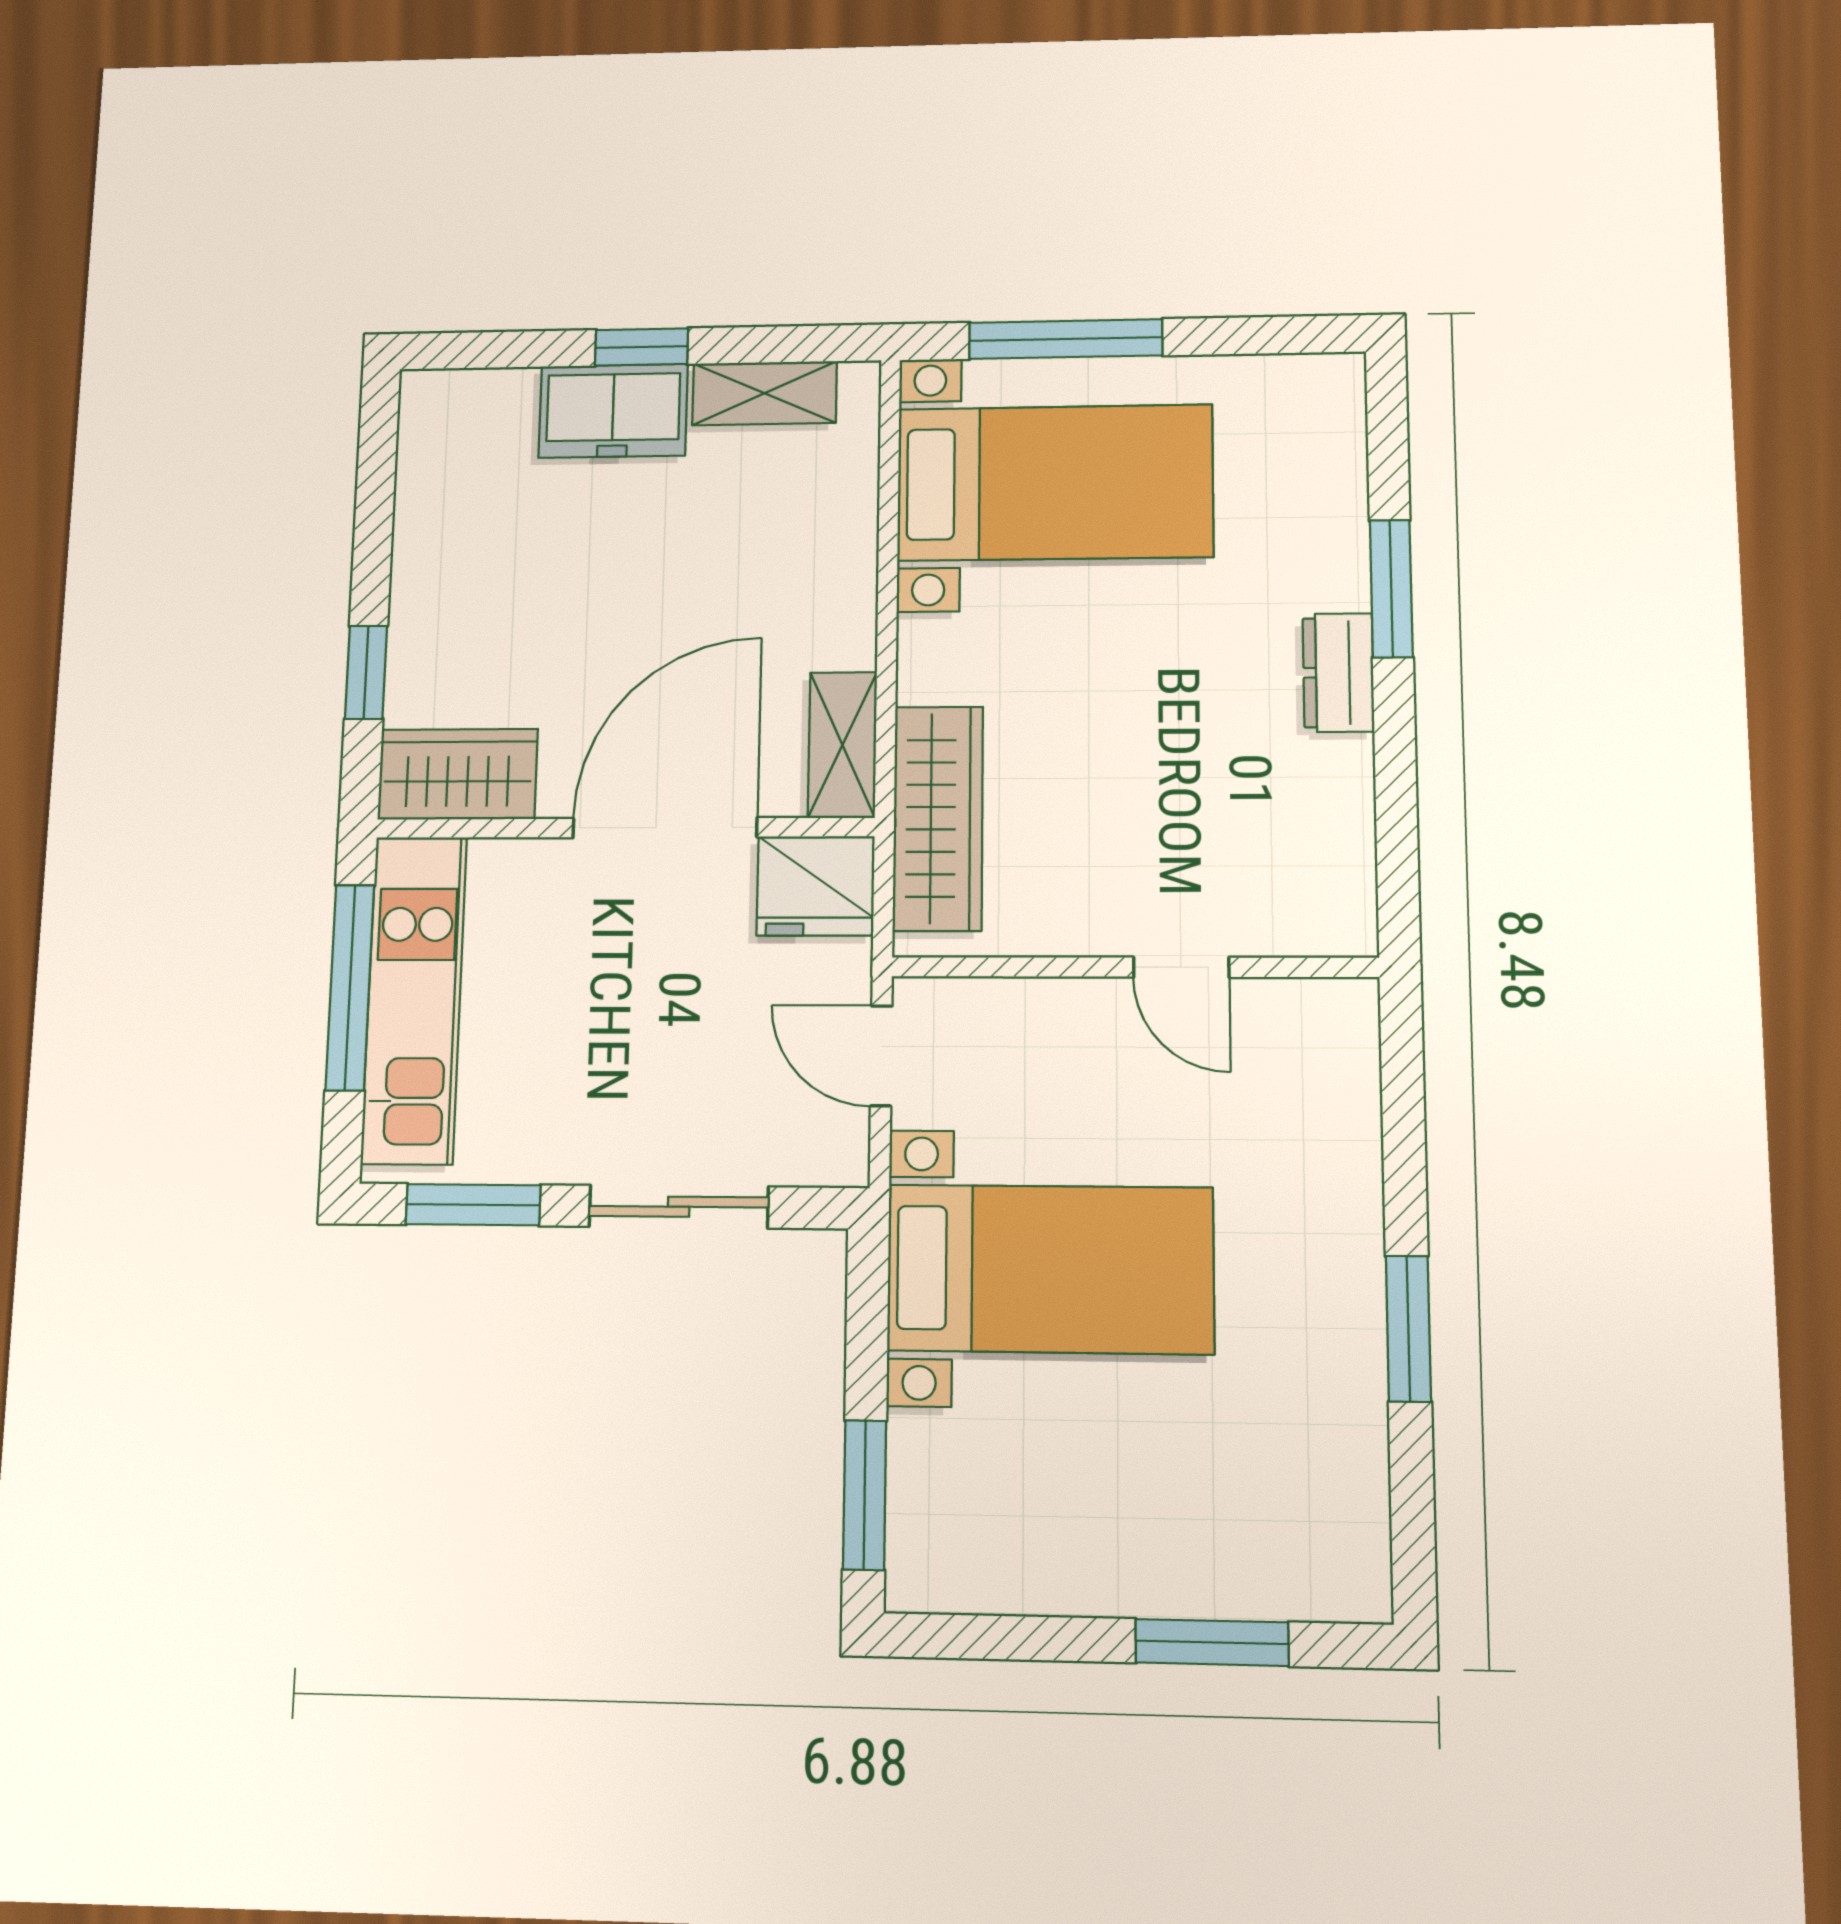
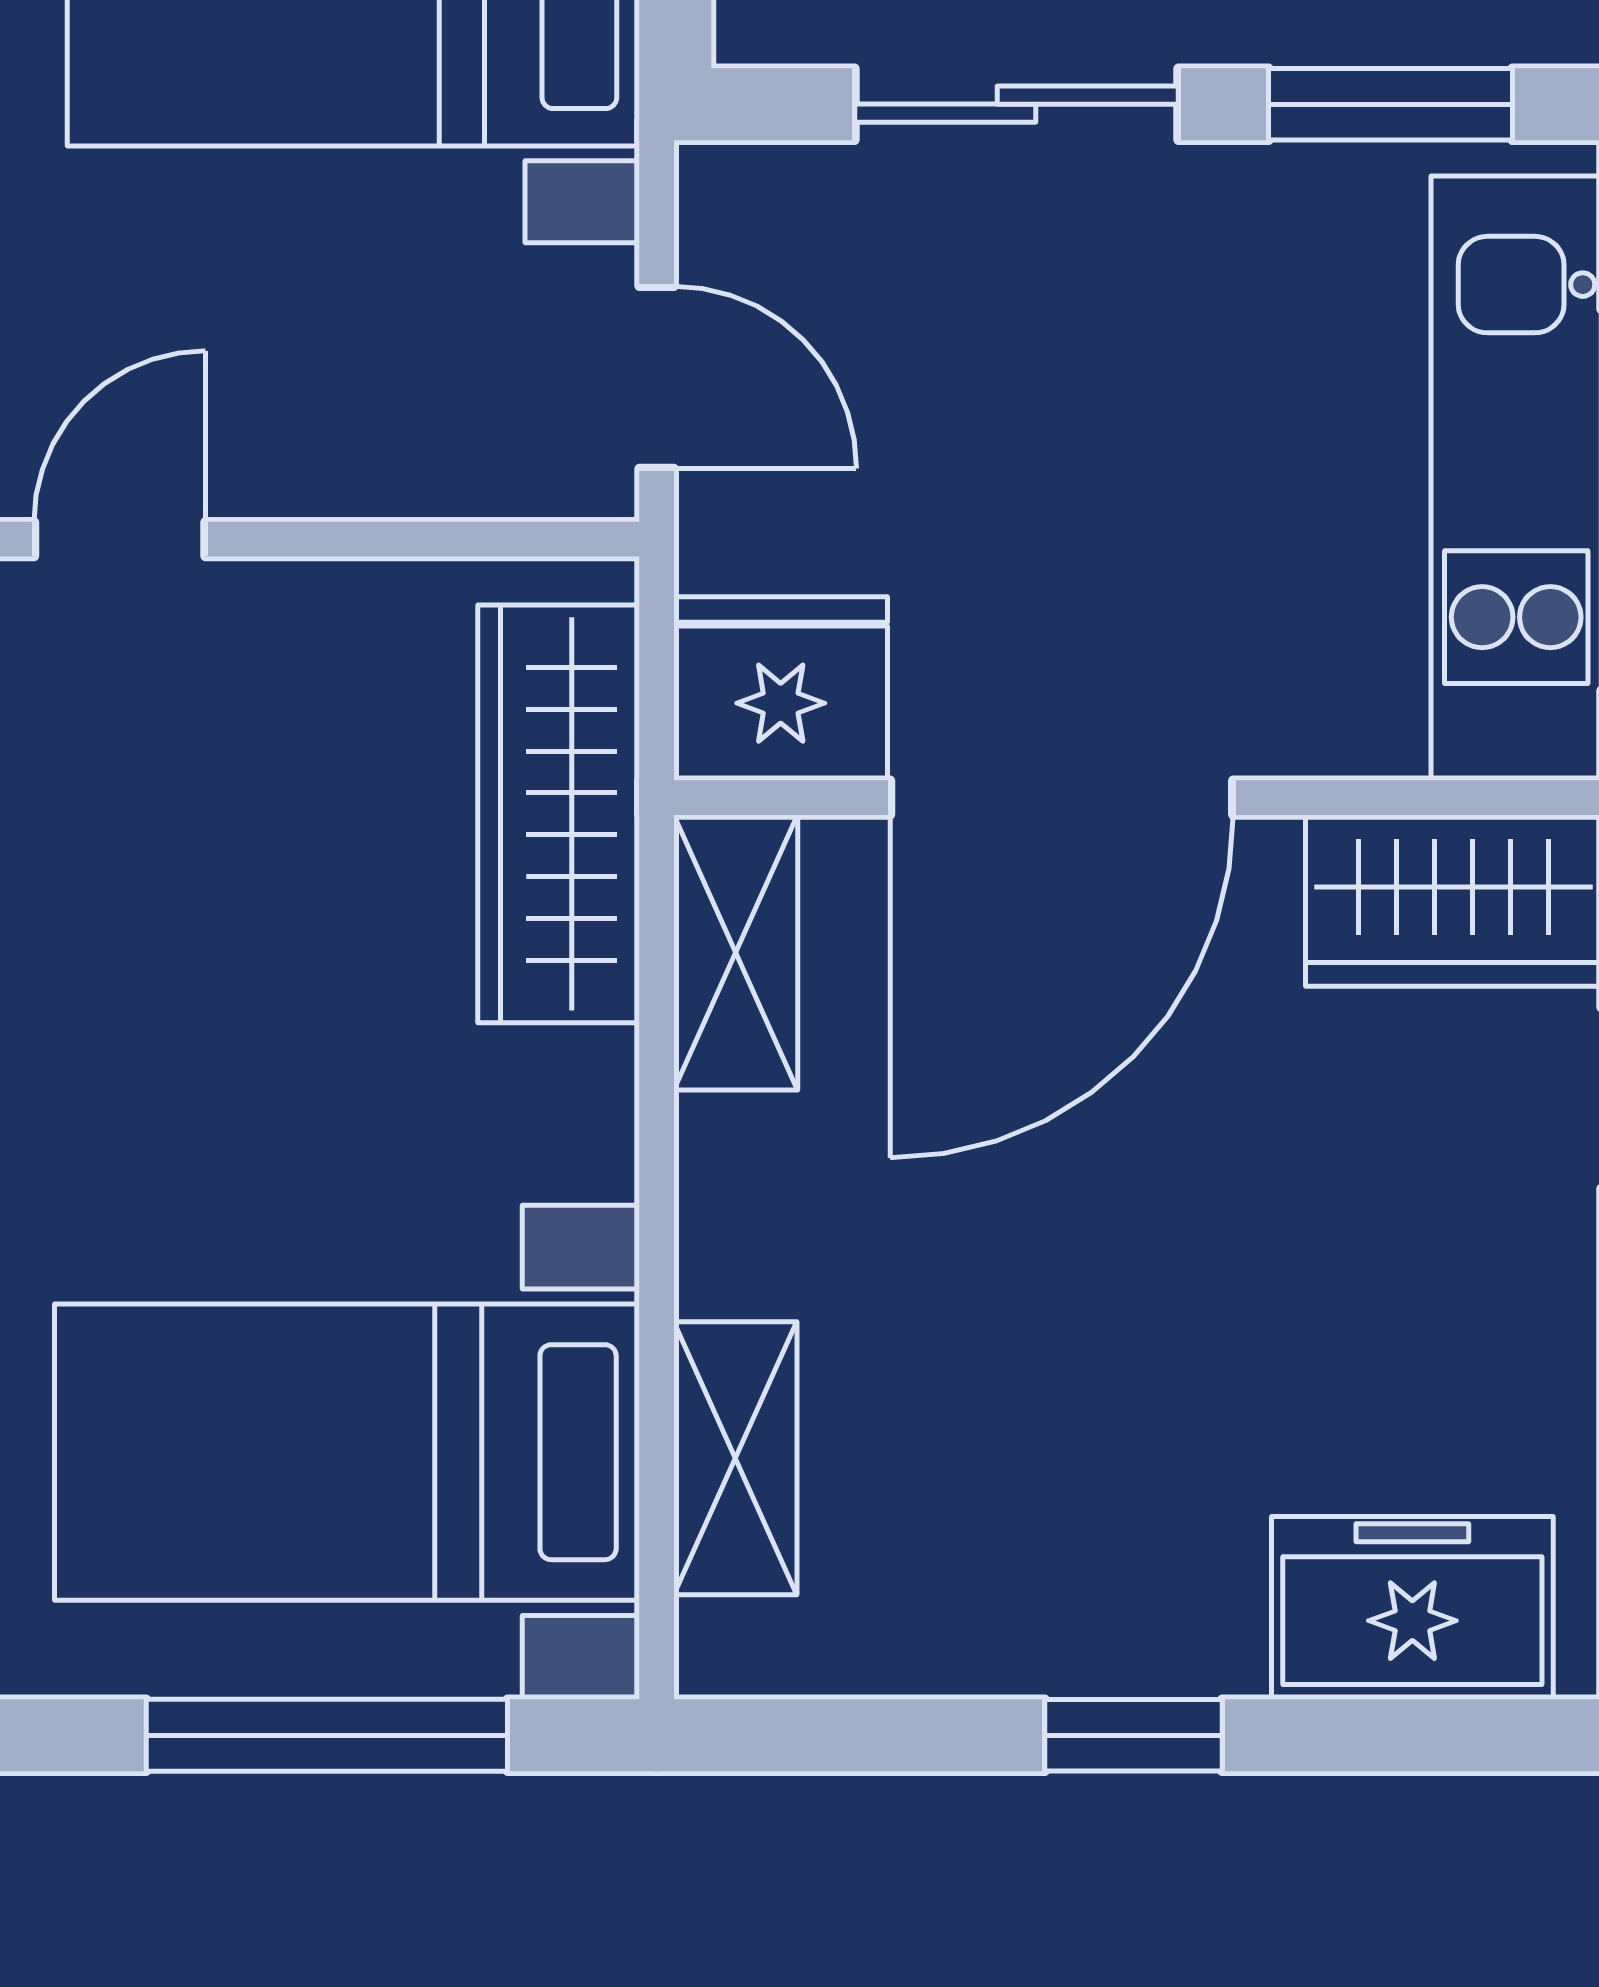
shelving: (764, 393) -> (735, 1458), moved, turned 90
freezer: (613, 411) -> (1412, 1608), moved
door: (1181, 967) -> (120, 539), hinge flipped

